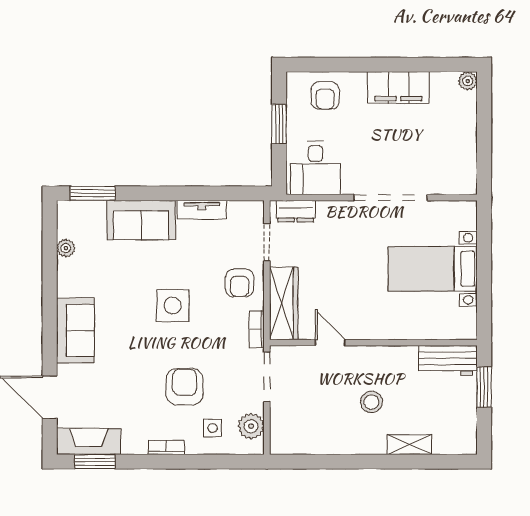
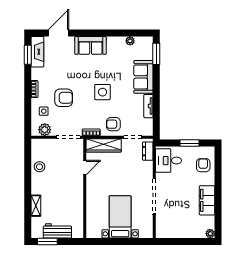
armchair: (325, 96) -> (203, 165), turned 90
workbench: (448, 361) -> (57, 231), moved, turned 90
window: (484, 387) -> (47, 241), moved
stool: (371, 402) -> (39, 167), moved

